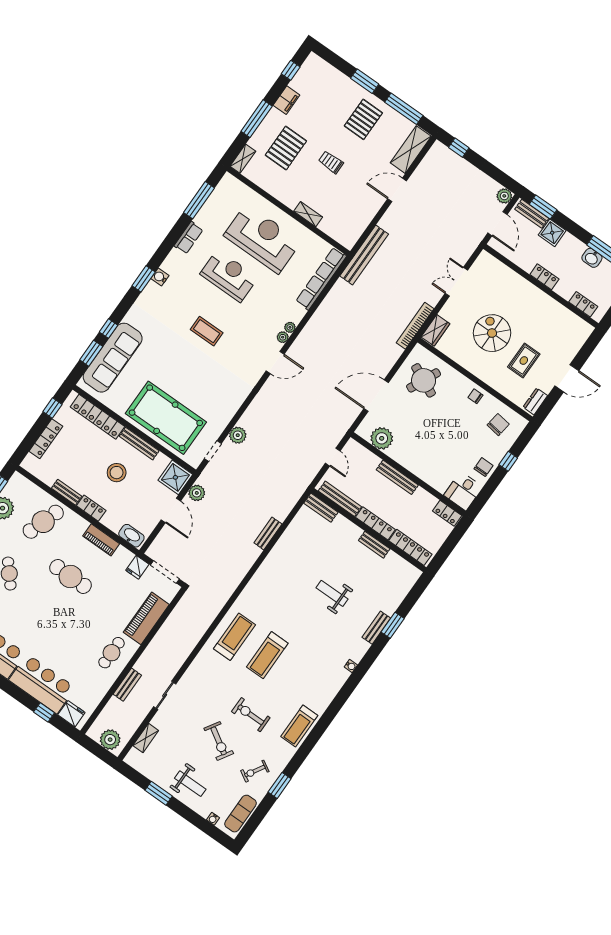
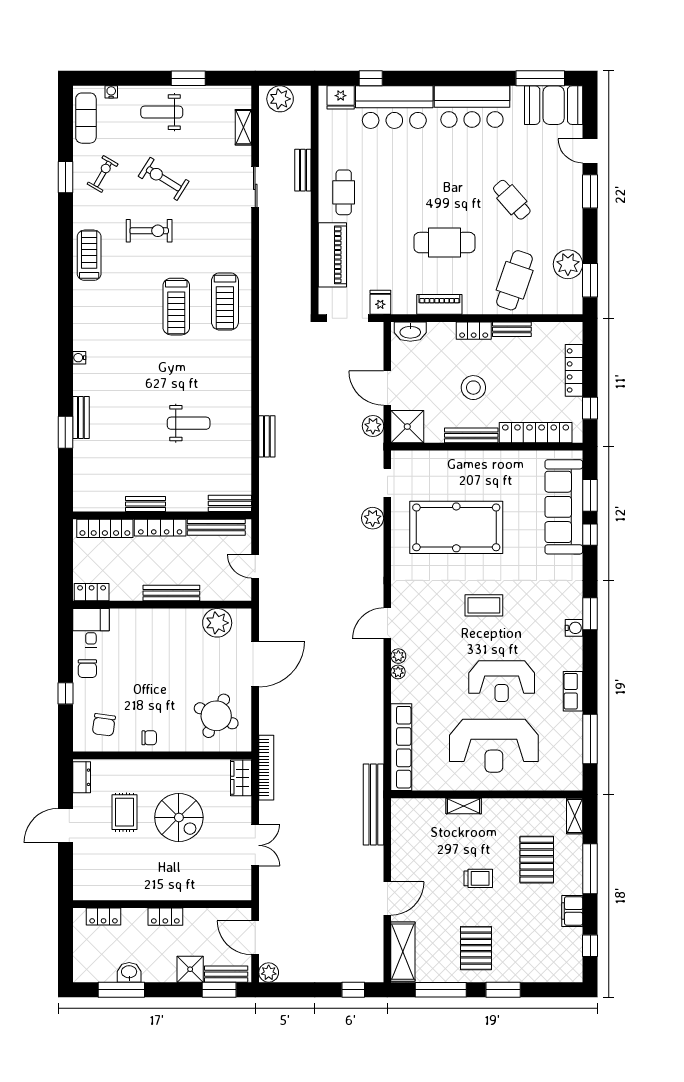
pool table: (166, 418) -> (456, 527), moved
weight bench: (332, 593) -> (189, 423), moved
treadmill: (267, 655) -> (176, 307), turned 180

